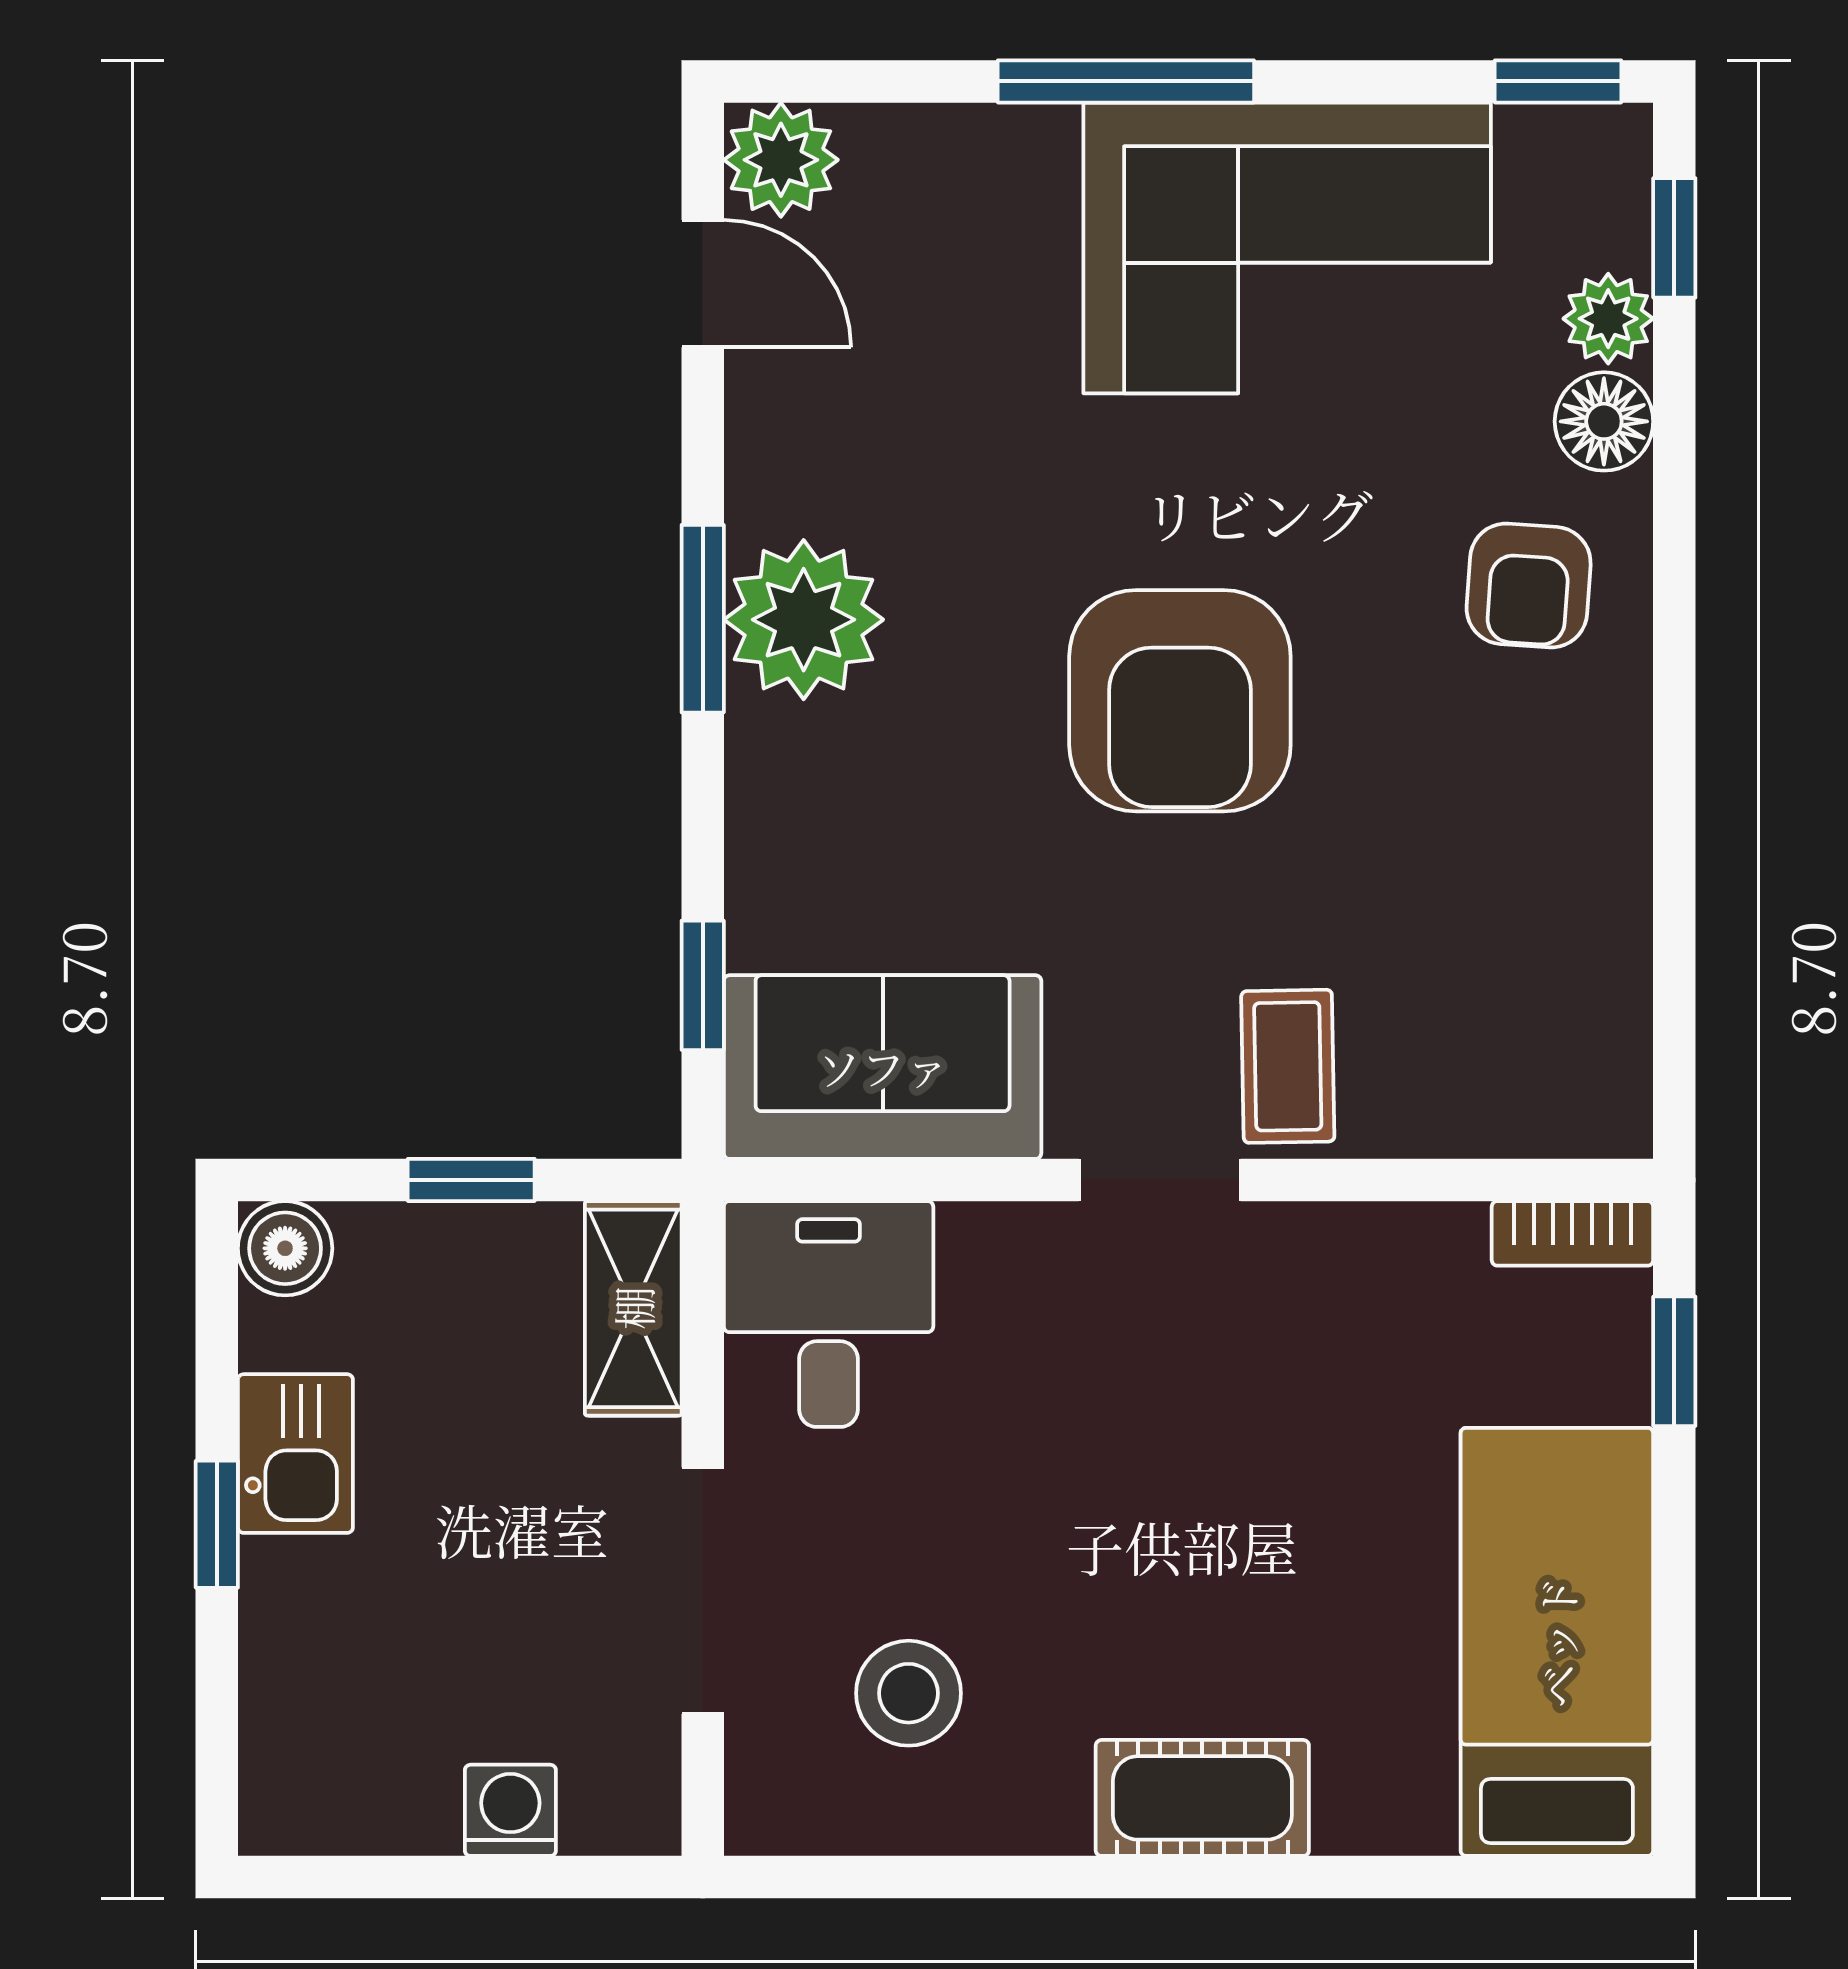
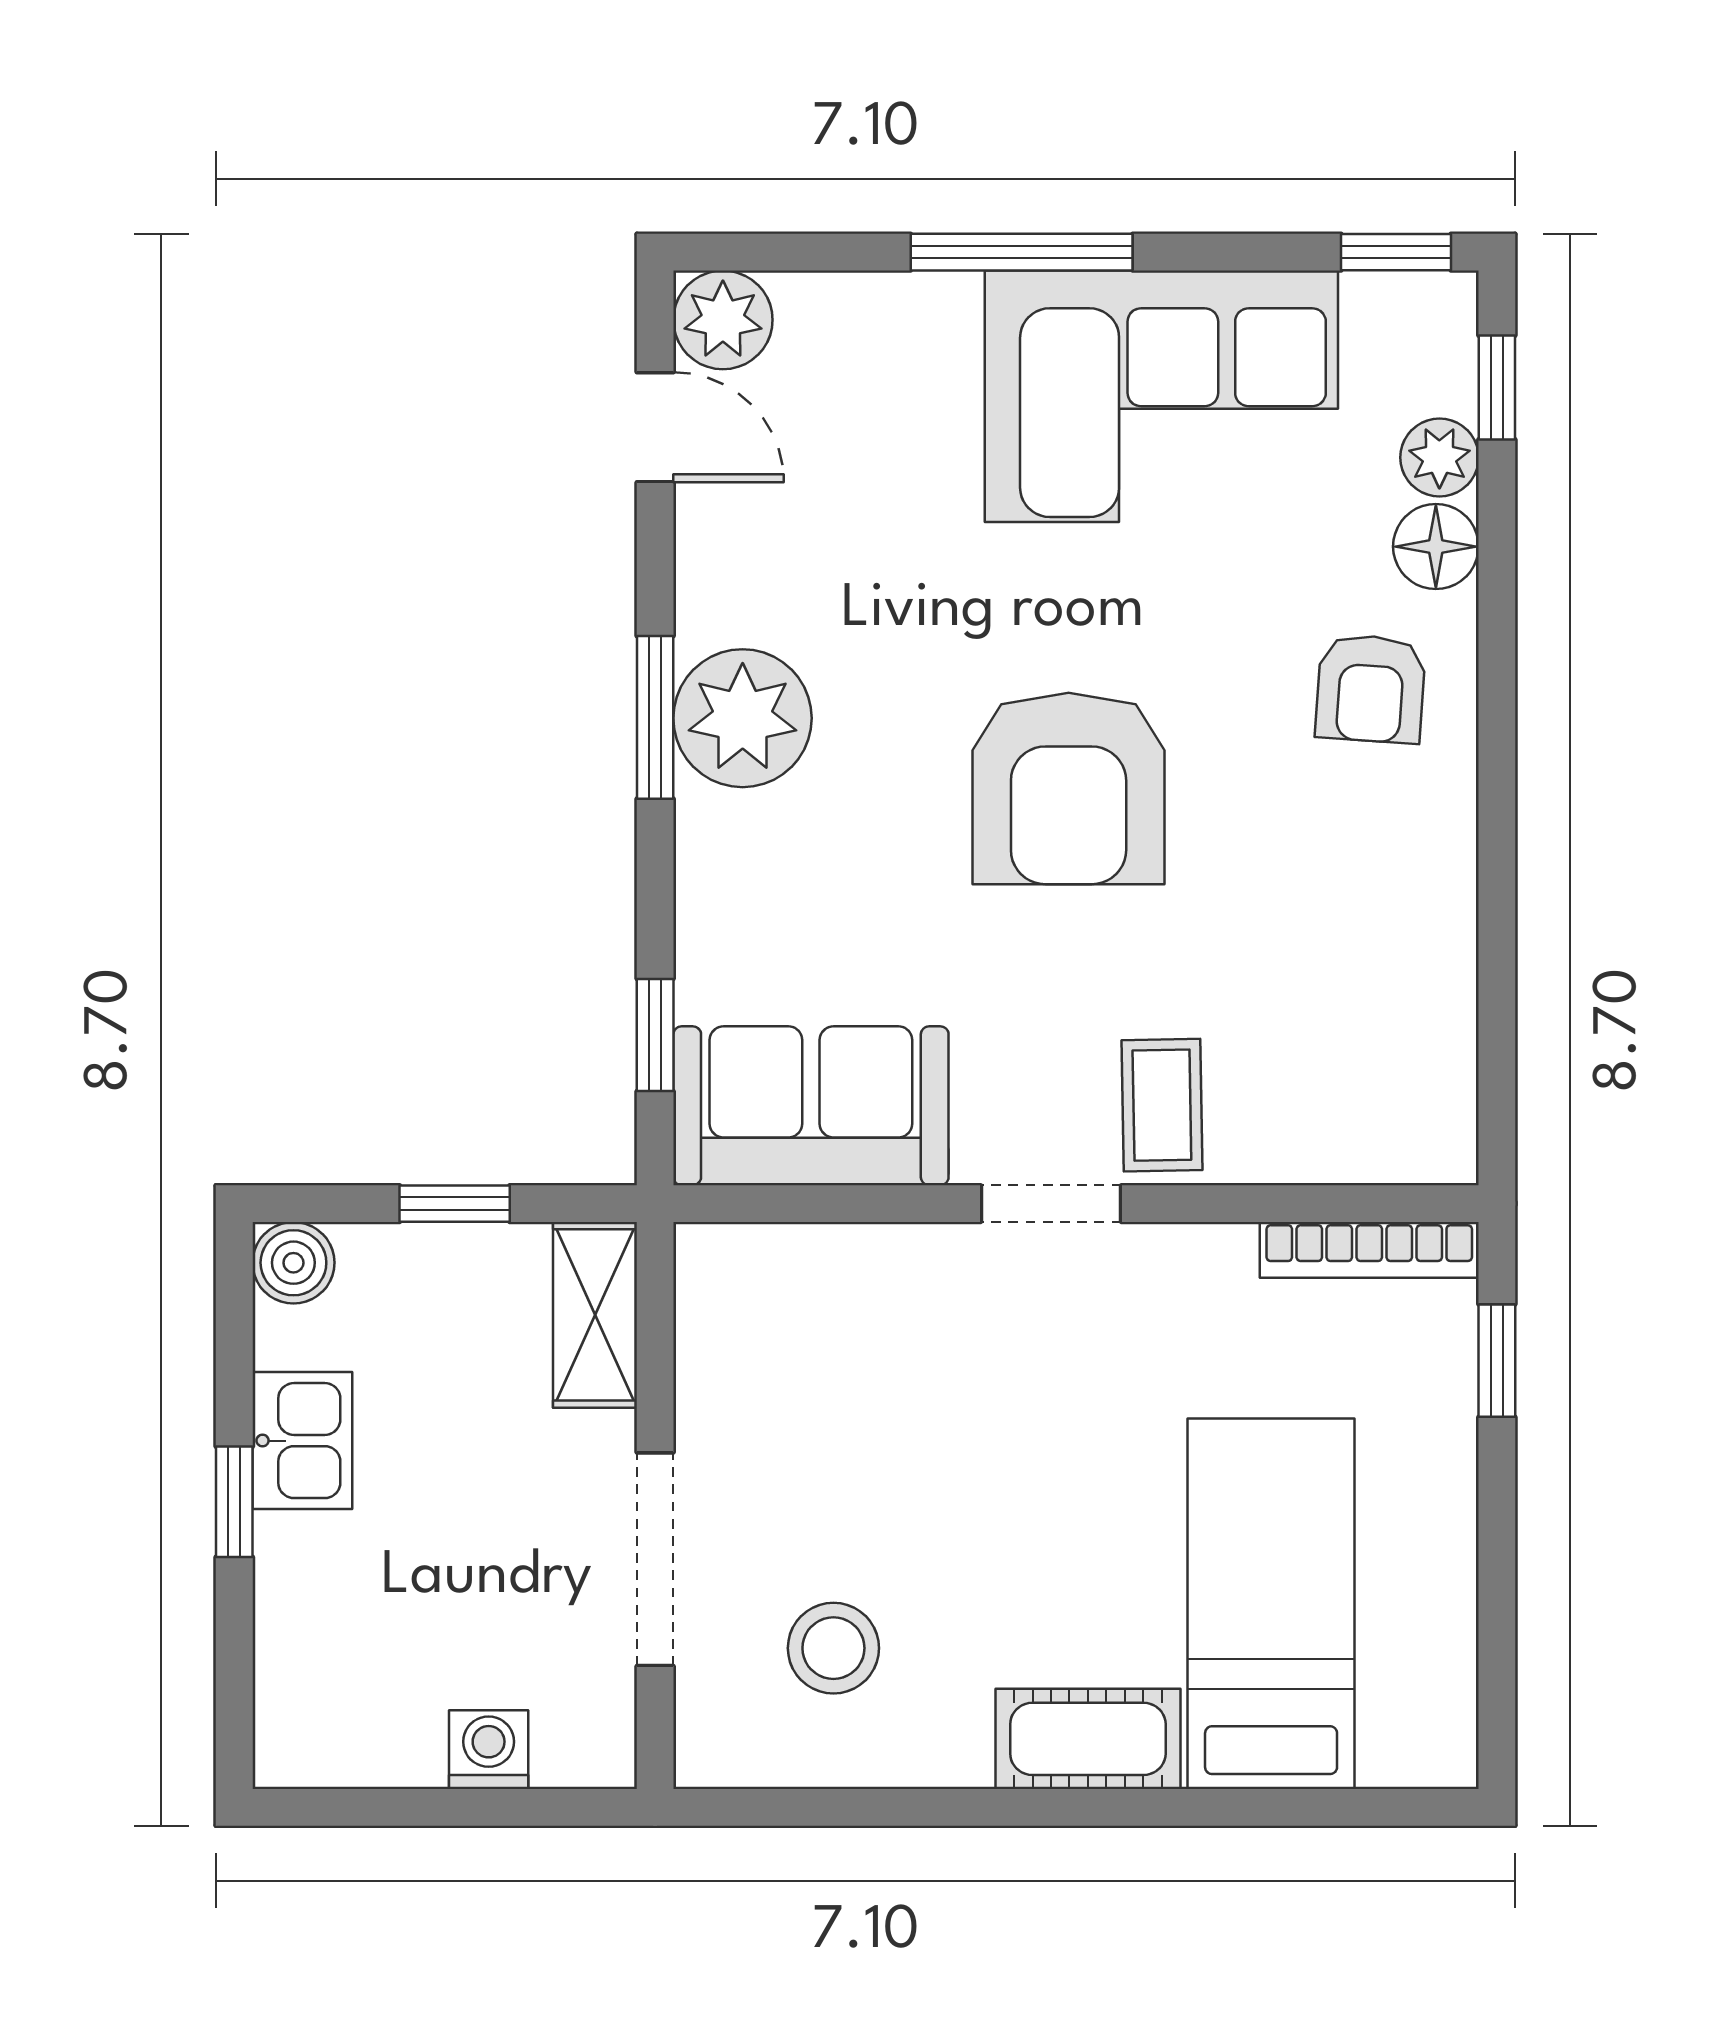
bookcase: (1572, 1233) -> (1369, 1250), width x1.56
desk: (829, 1314) -> (764, 1320), removed
bed: (1557, 1642) -> (1271, 1604), moved

